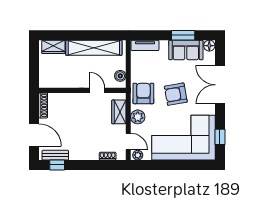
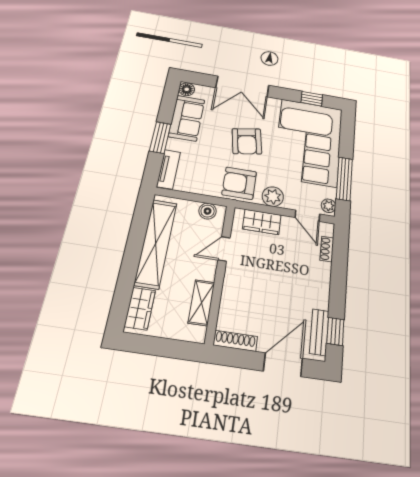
window: (183, 35) -> (160, 138), moved
shelving: (62, 82) -> (201, 303), added
door: (128, 141) -> (307, 216), swing flipped
window: (160, 165) -> (344, 179), added

